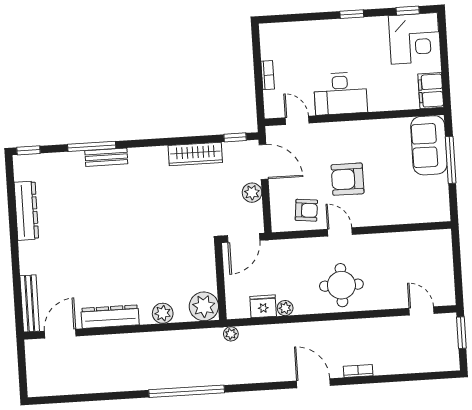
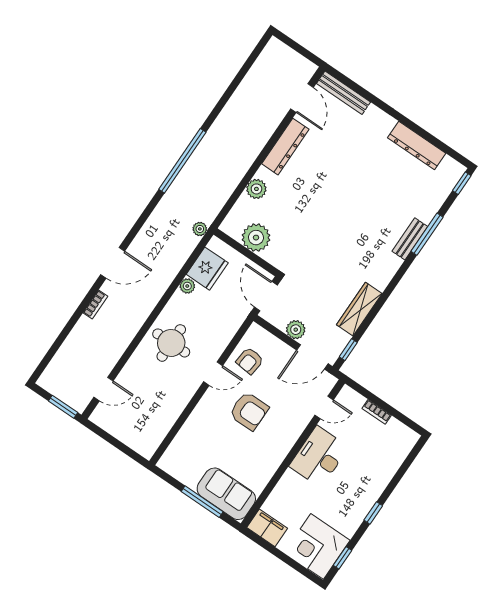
armchair: (348, 179) -> (249, 411), turned 90
plant: (204, 306) -> (256, 238), moved
fridge: (263, 306) -> (207, 269), width x1.36, depth x1.34

